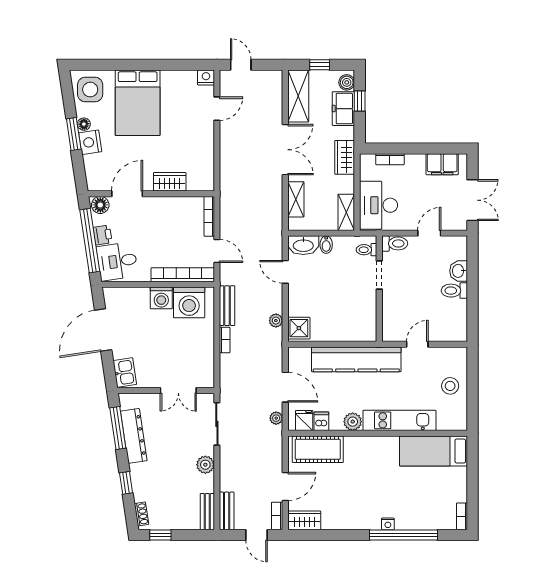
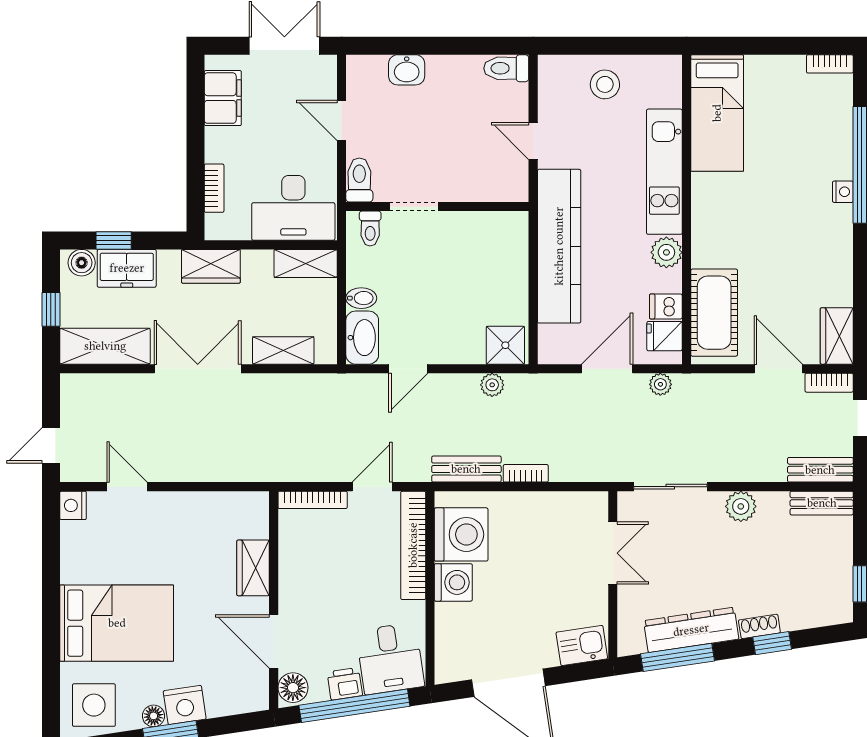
toilet: (454, 291) -> (506, 68), moved, turned 90
shoe rack: (142, 514) -> (759, 626), moved

